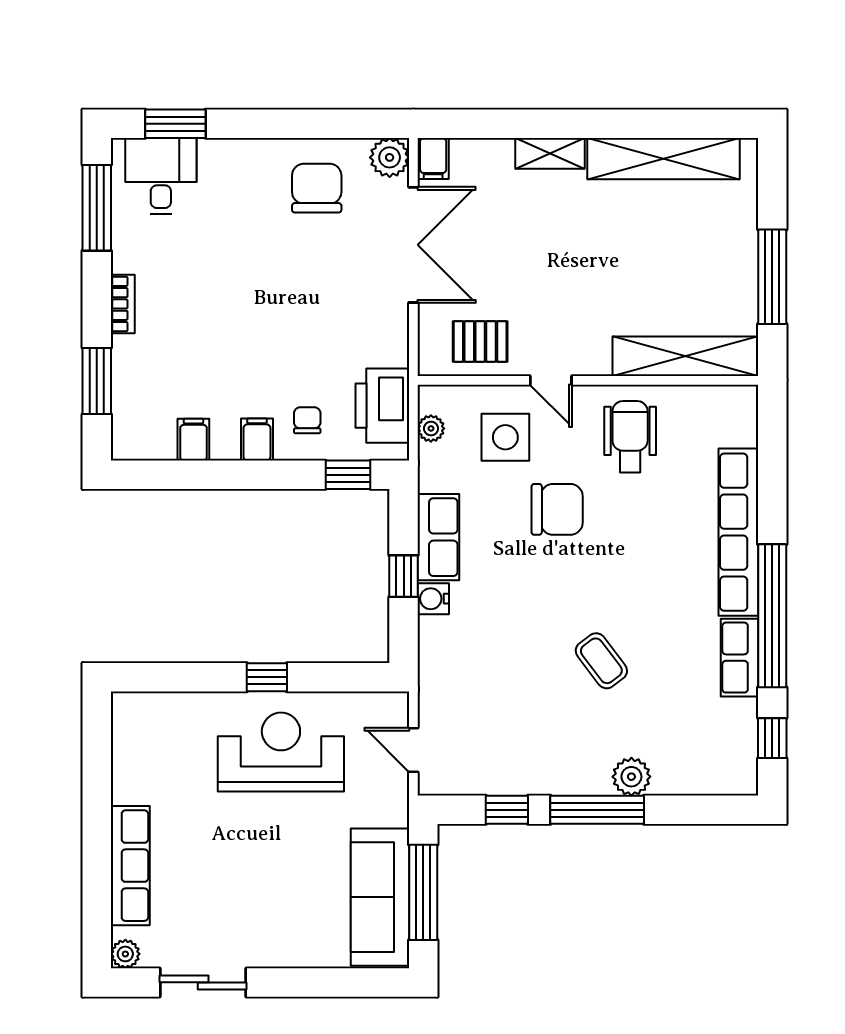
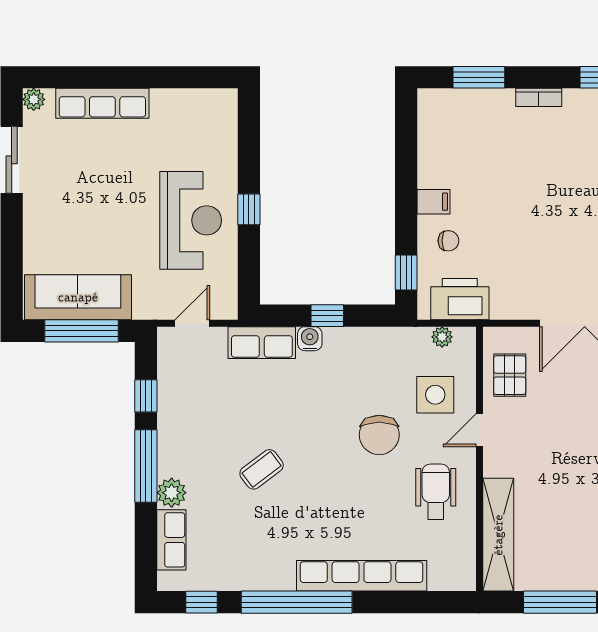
wheelchair: (630, 437) -> (436, 492), turned -90
filing cabinet: (193, 440) -> (433, 152), removed
row of seats: (438, 537) -> (262, 343), moved
row of seats: (740, 658) -> (171, 540), moved, turned 90

